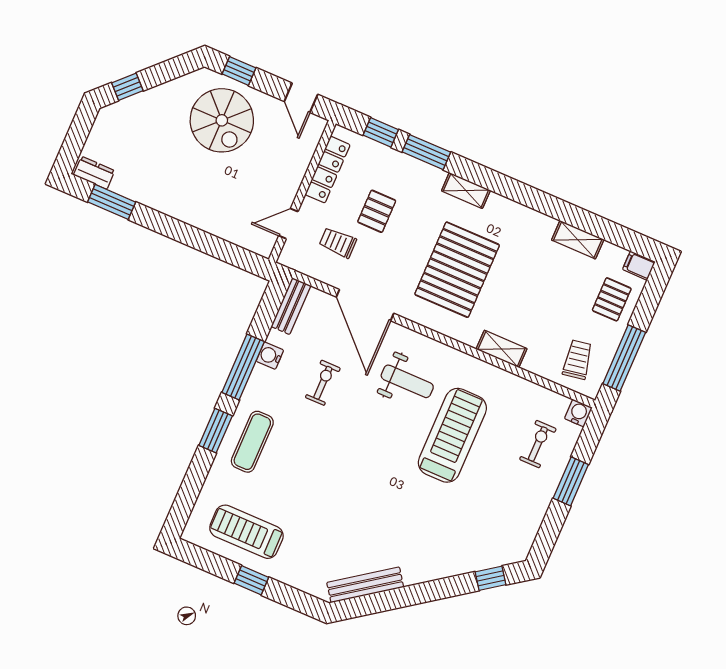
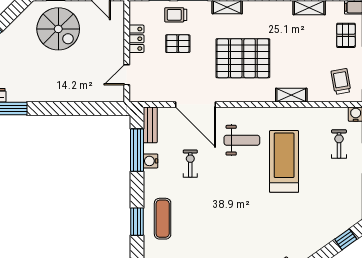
locker: (328, 170) -> (136, 39), width x0.66
pallet: (377, 211) -> (178, 44), turned 90
trolley: (338, 243) -> (176, 15), moved
pallet: (457, 270) -> (243, 58), turned 90
window: (243, 367) -> (137, 150), moved

